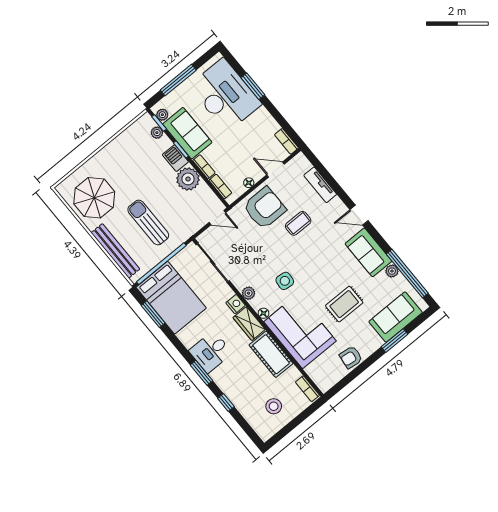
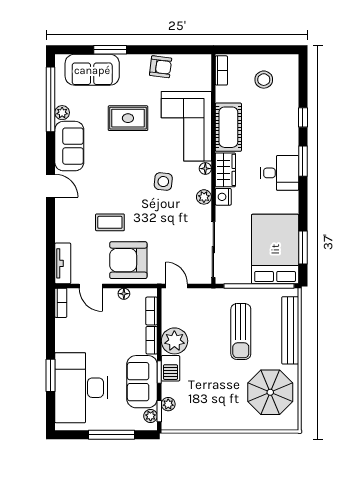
tv unit: (320, 185) -> (63, 263), moved

